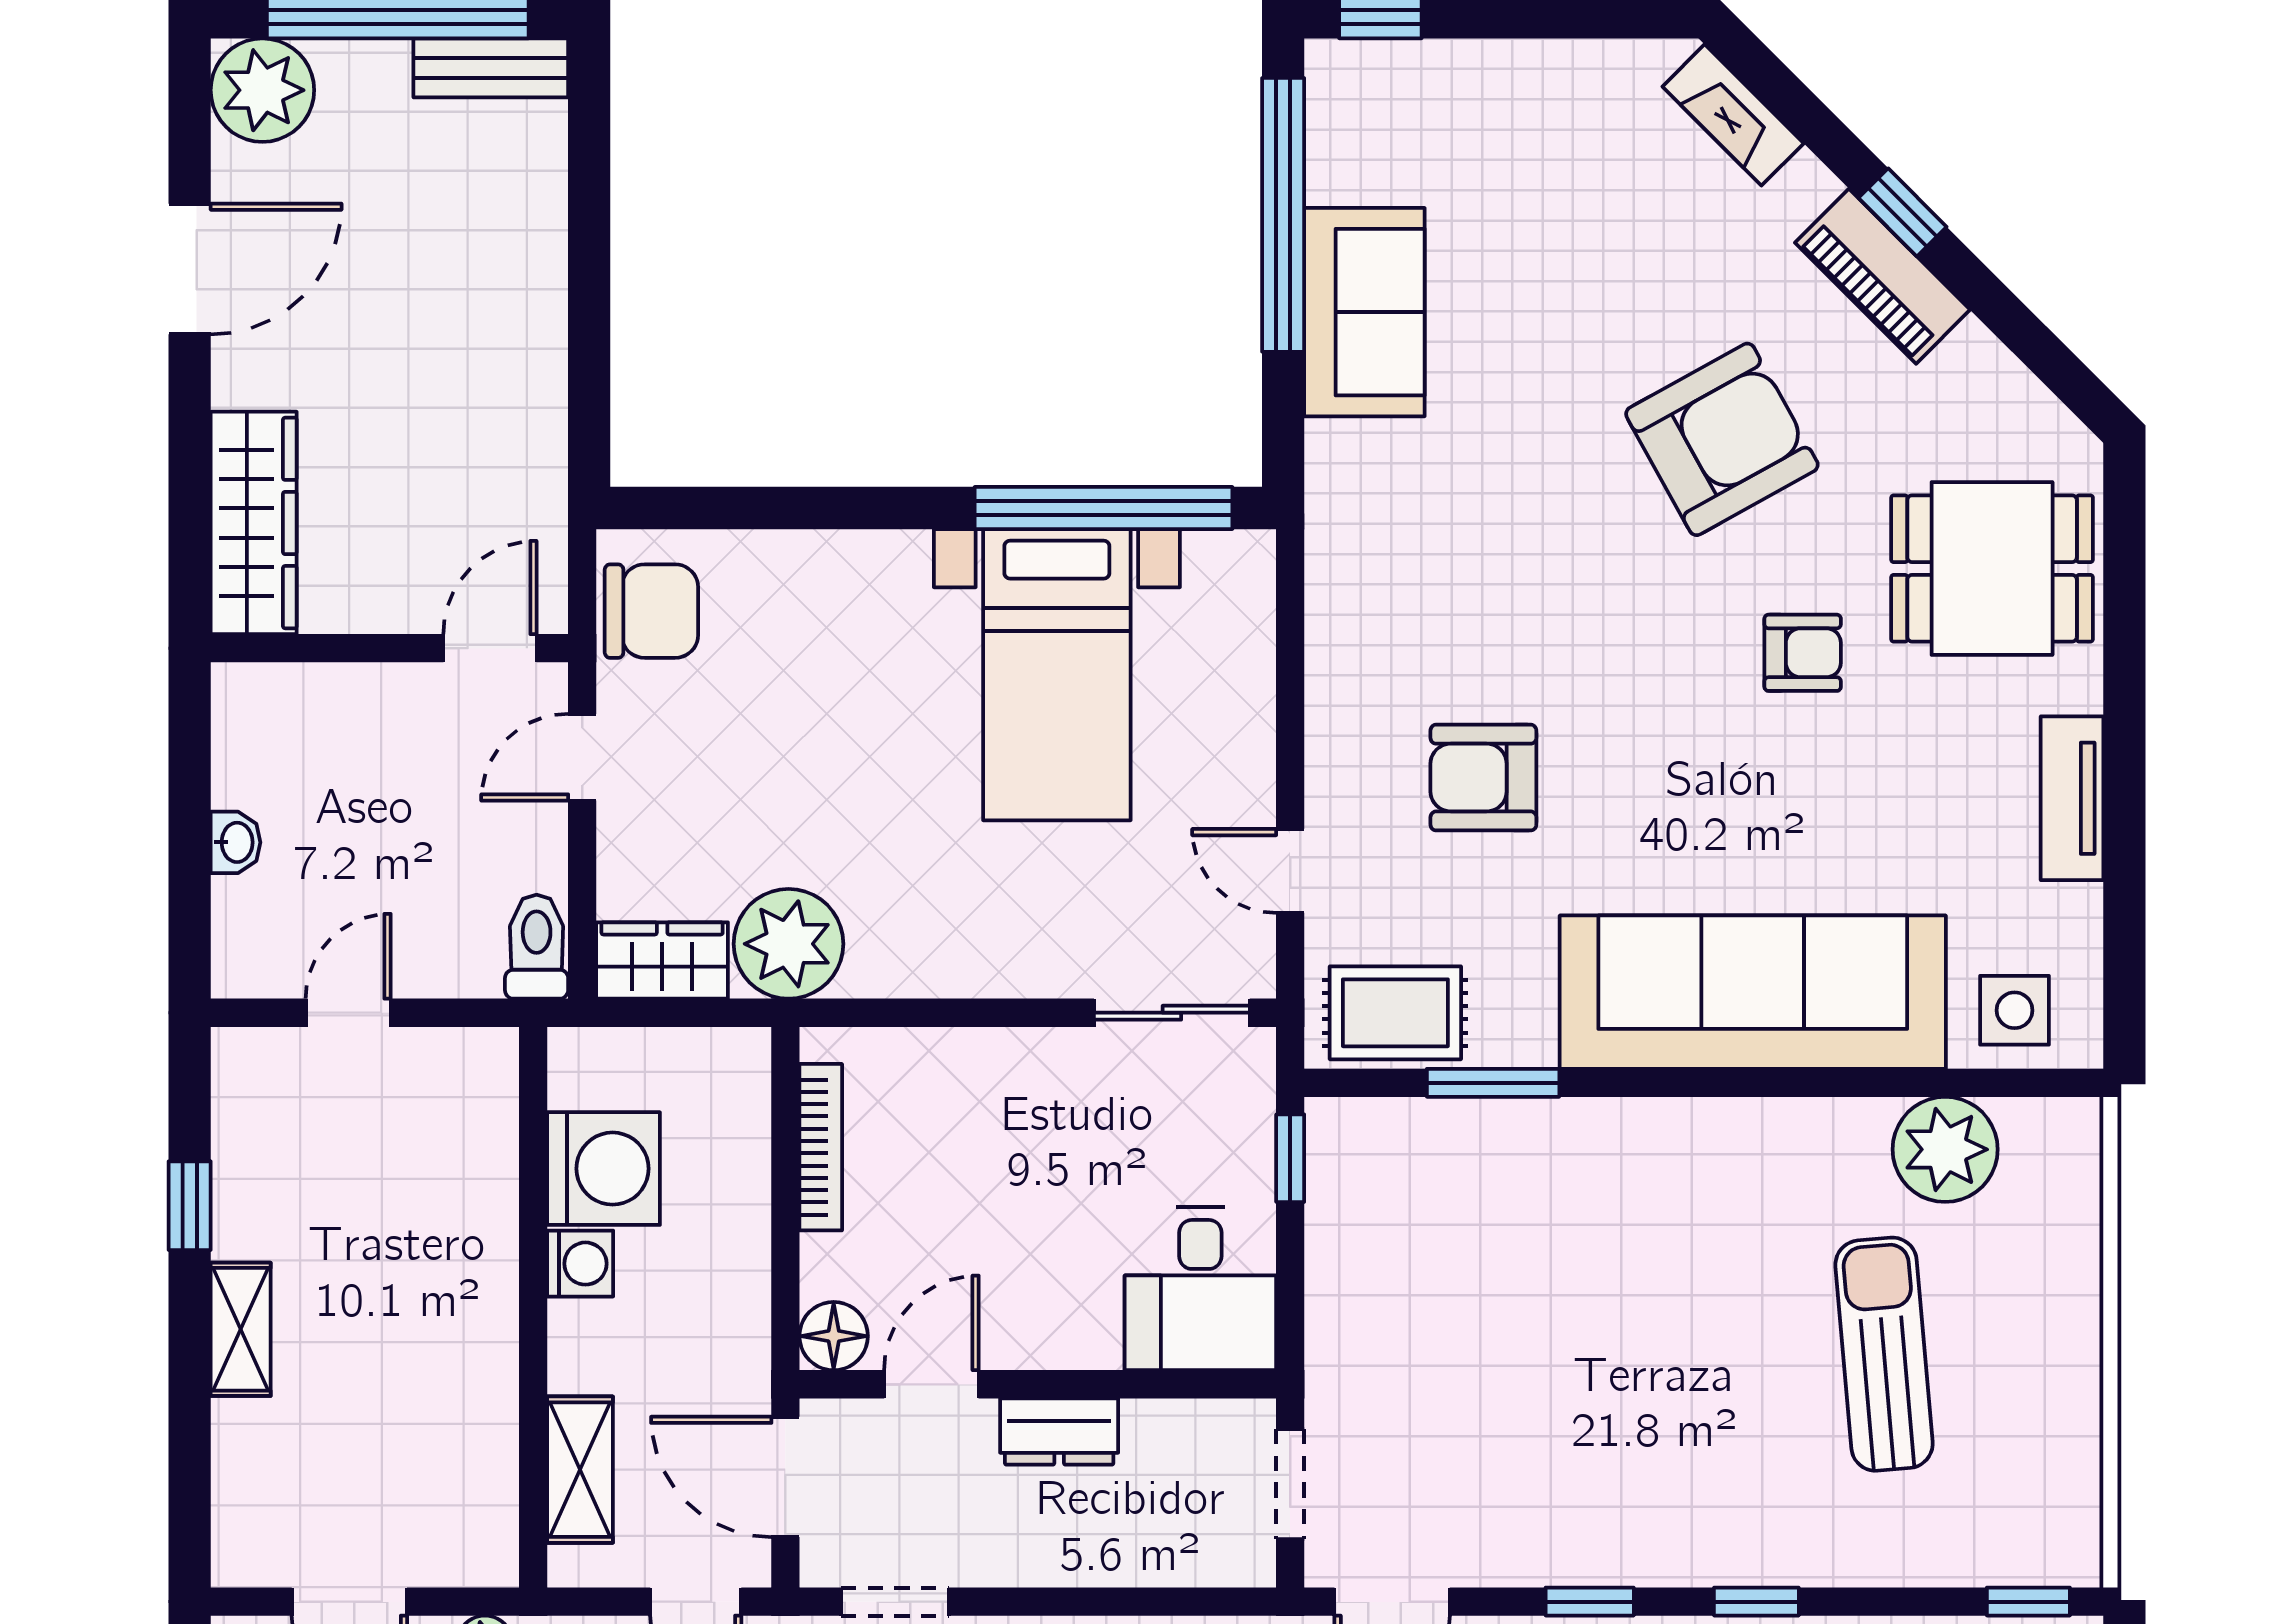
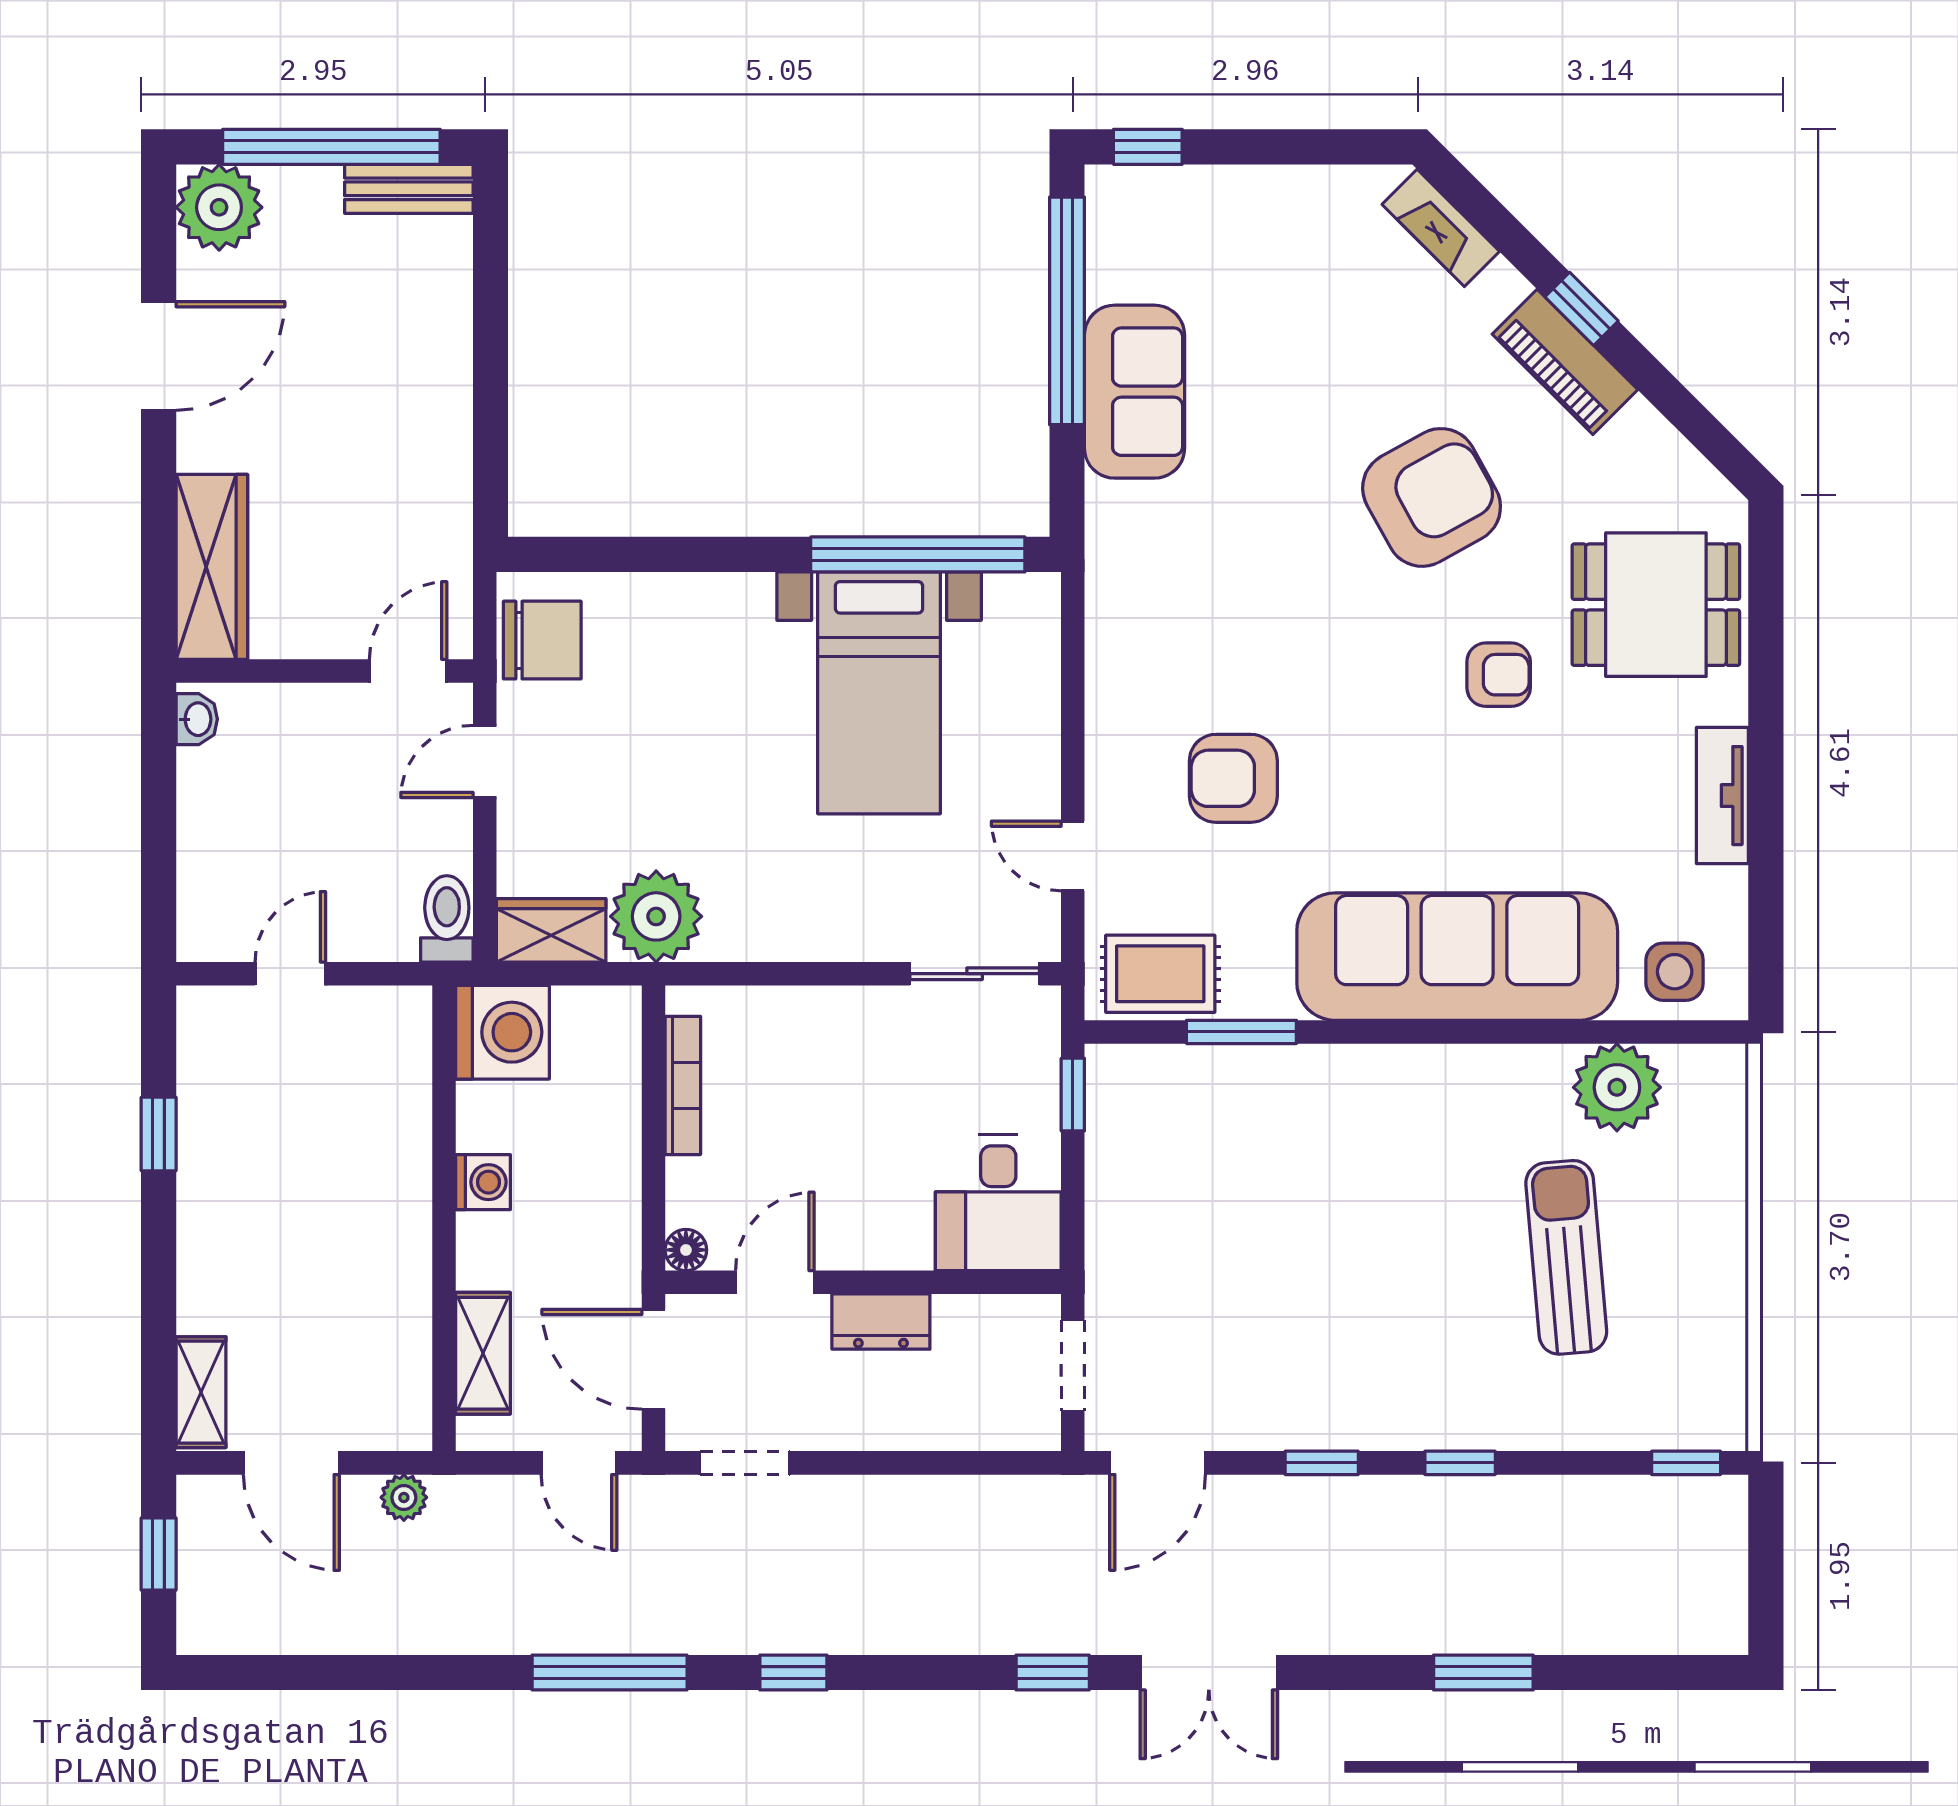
washbasin: (236, 842) -> (197, 719), moved
washing machine: (604, 1169) -> (502, 1032), moved
shelving: (241, 1329) -> (201, 1392), moved
floor lamp: (834, 1336) -> (686, 1250), width x0.73, depth x0.73

